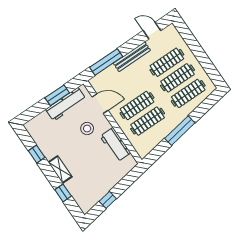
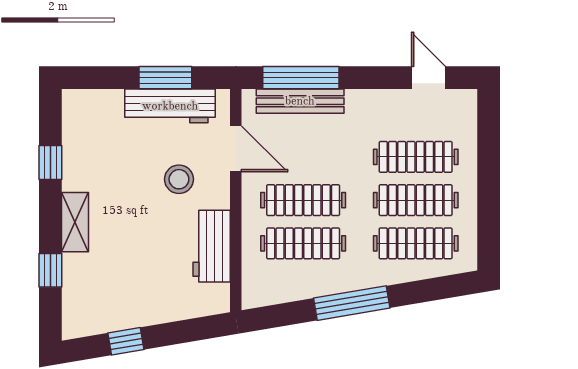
bench: (132, 57) -> (300, 101), moved

